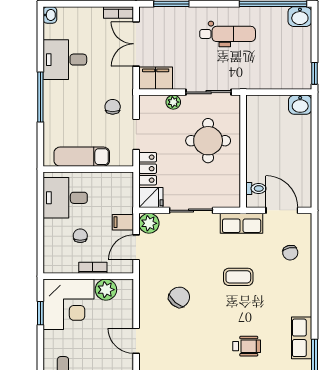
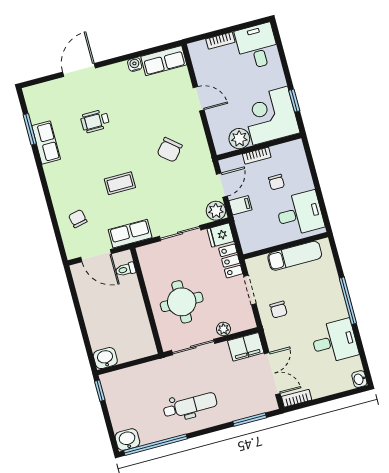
dental chair: (228, 34) -> (190, 406), turned 180

